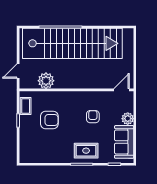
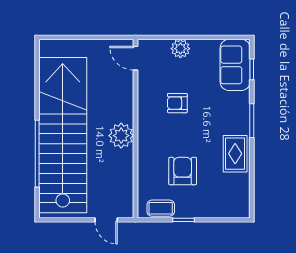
plant: (46, 81) -> (121, 136), moved
sofa: (124, 142) -> (235, 65), moved, turned 90
rug: (86, 151) -> (235, 154), moved

